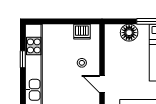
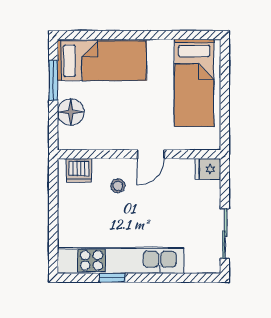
dishwasher: (82, 32) -> (79, 170), moved, turned 90

